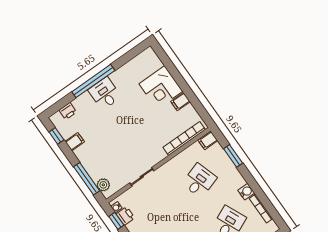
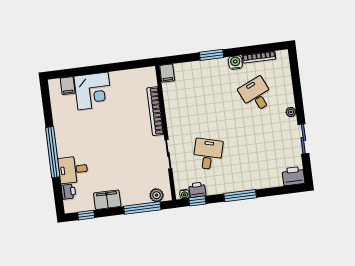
desk: (105, 93) -> (73, 170), moved
filing cabinet: (180, 102) -> (68, 86), moved
bookcase: (184, 138) -> (155, 111), moved
filing cabinet: (75, 142) -> (107, 200), width x2.00
window: (233, 156) -> (211, 55), moved
desk: (199, 181) -> (208, 154), moved, turned 33

